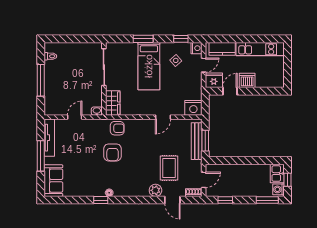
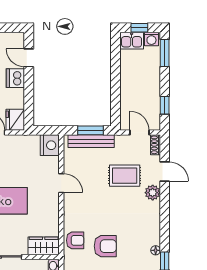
door: (230, 91) -> (29, 58), moved
armchair: (117, 128) -> (75, 240), turned 90
door: (172, 200) -> (165, 171), hinge flipped

